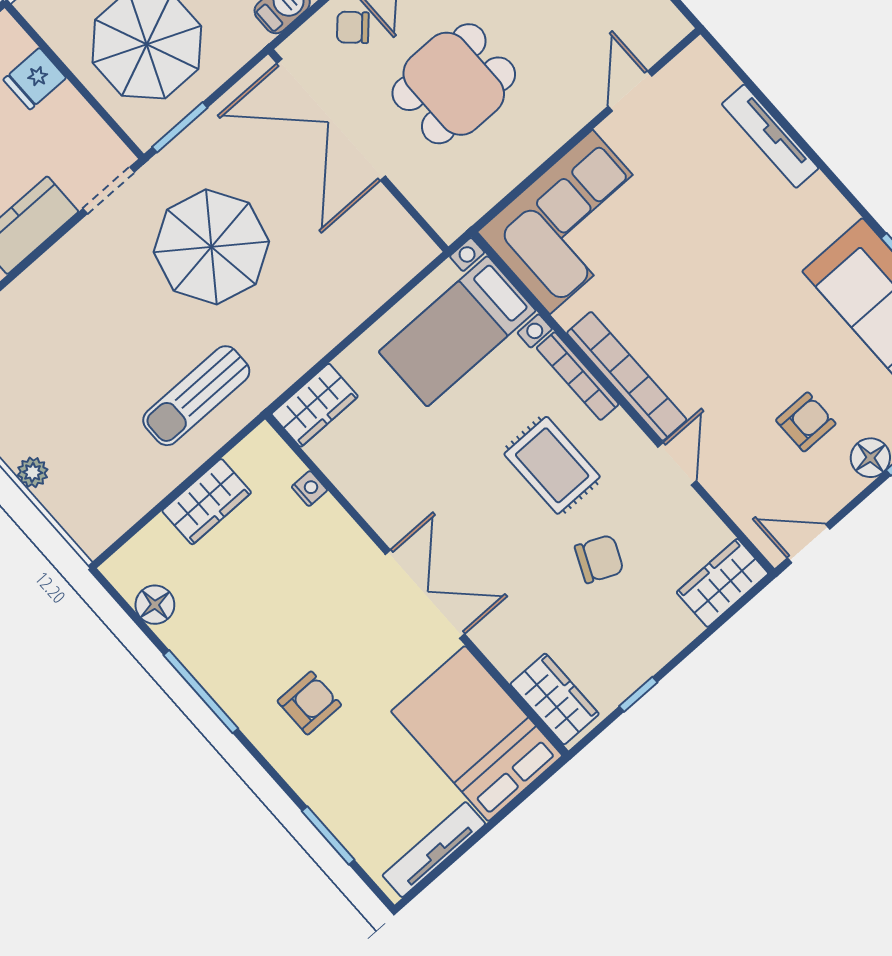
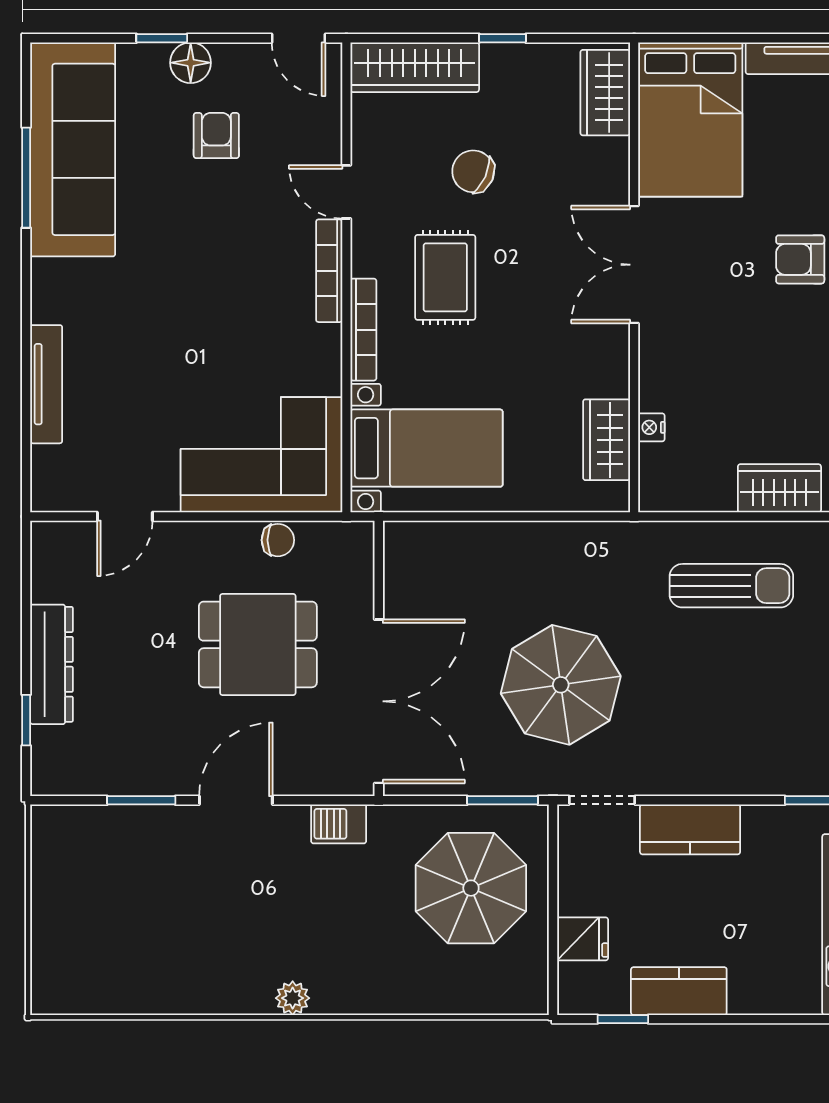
chair: (353, 27) -> (278, 540), moved, turned -43
bookcase: (627, 376) -> (329, 271), width x0.68, depth x0.76
sun lounger: (196, 396) -> (731, 586), moved
wardrobe: (315, 405) -> (607, 440), moved, turned -90
armchair: (806, 422) -> (216, 135), turned 90
door: (677, 464) -> (346, 192), hinge flipped
wardrobe: (207, 502) -> (779, 488), moved
wardrobe: (722, 583) -> (415, 67), width x1.50
window: (638, 694) -> (502, 38), moved

